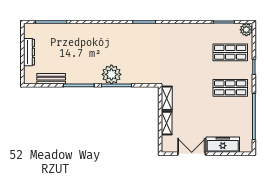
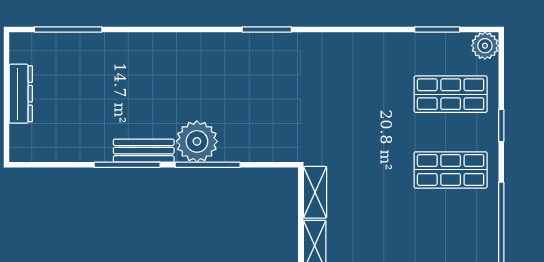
bench: (51, 79) -> (144, 151), moved

